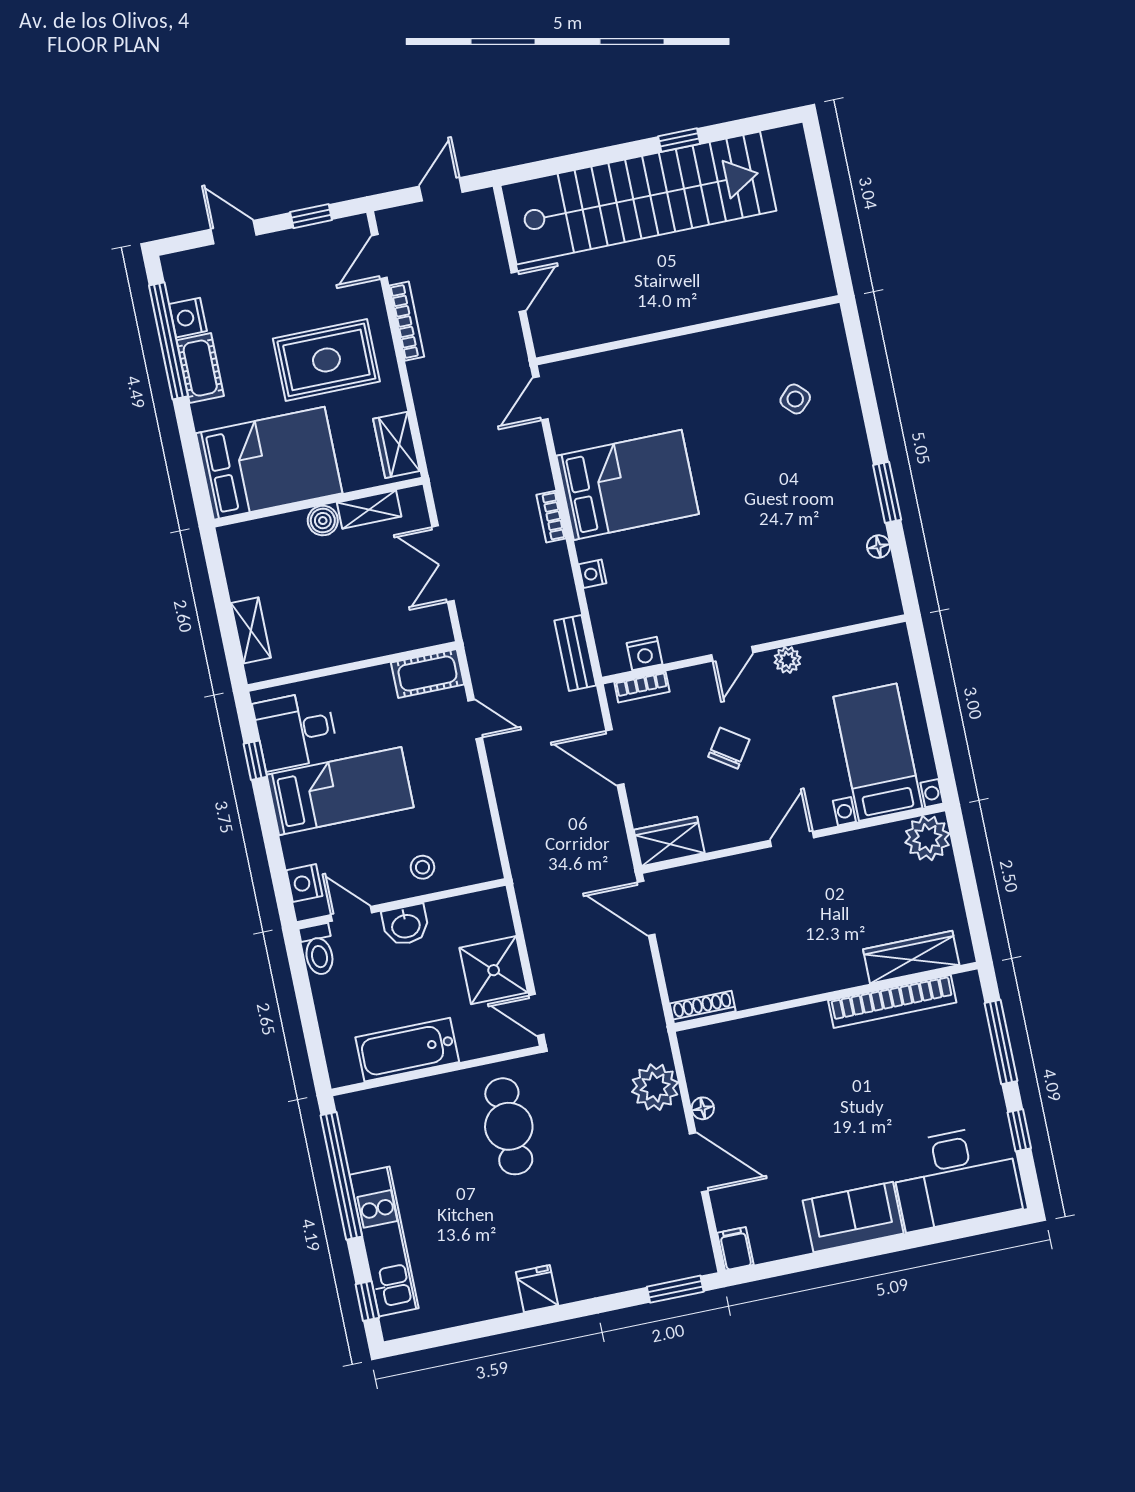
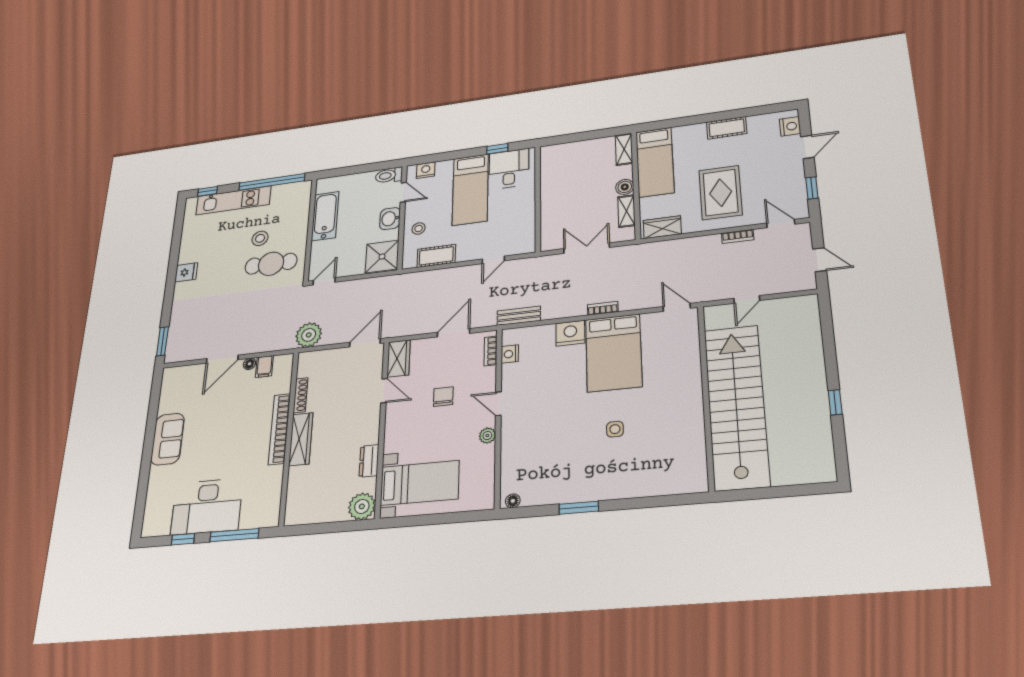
stairs: (638, 198) -> (736, 406), moved, turned 180
door: (518, 292) -> (747, 299), hinge flipped
nightstand: (188, 318) -> (790, 126), moved, turned 90
bookcase: (407, 321) -> (738, 236), width x0.64
window: (168, 341) -> (746, 112), removed
side table: (795, 399) -> (615, 429), moved, turned 45
bed: (269, 463) -> (655, 162), width x0.67
floor lamp: (878, 546) -> (513, 501), moved
nightstand: (593, 574) -> (570, 333), width x1.89, depth x1.79
shelving: (251, 630) -> (624, 149), moved, turned 90
cot: (427, 674) -> (436, 256), moved, turned 90
chair: (729, 748) -> (443, 397), turned -124
door: (792, 839) -> (384, 391), moved
dresser: (851, 846) -> (369, 461), added
door: (351, 914) -> (403, 192), hinge flipped
wardrobe: (911, 957) -> (301, 439), moved
shower: (494, 970) -> (382, 257), moved
bookcase: (892, 1001) -> (279, 429), moved
shoe rack: (703, 1007) -> (300, 395), moved
plant: (655, 1087) -> (309, 335), moved
stool: (459, 1163) -> (260, 238), added
desk: (955, 1177) -> (207, 507), moved, turned -90
filing cabinet: (735, 1249) -> (264, 367), moved, turned 90

